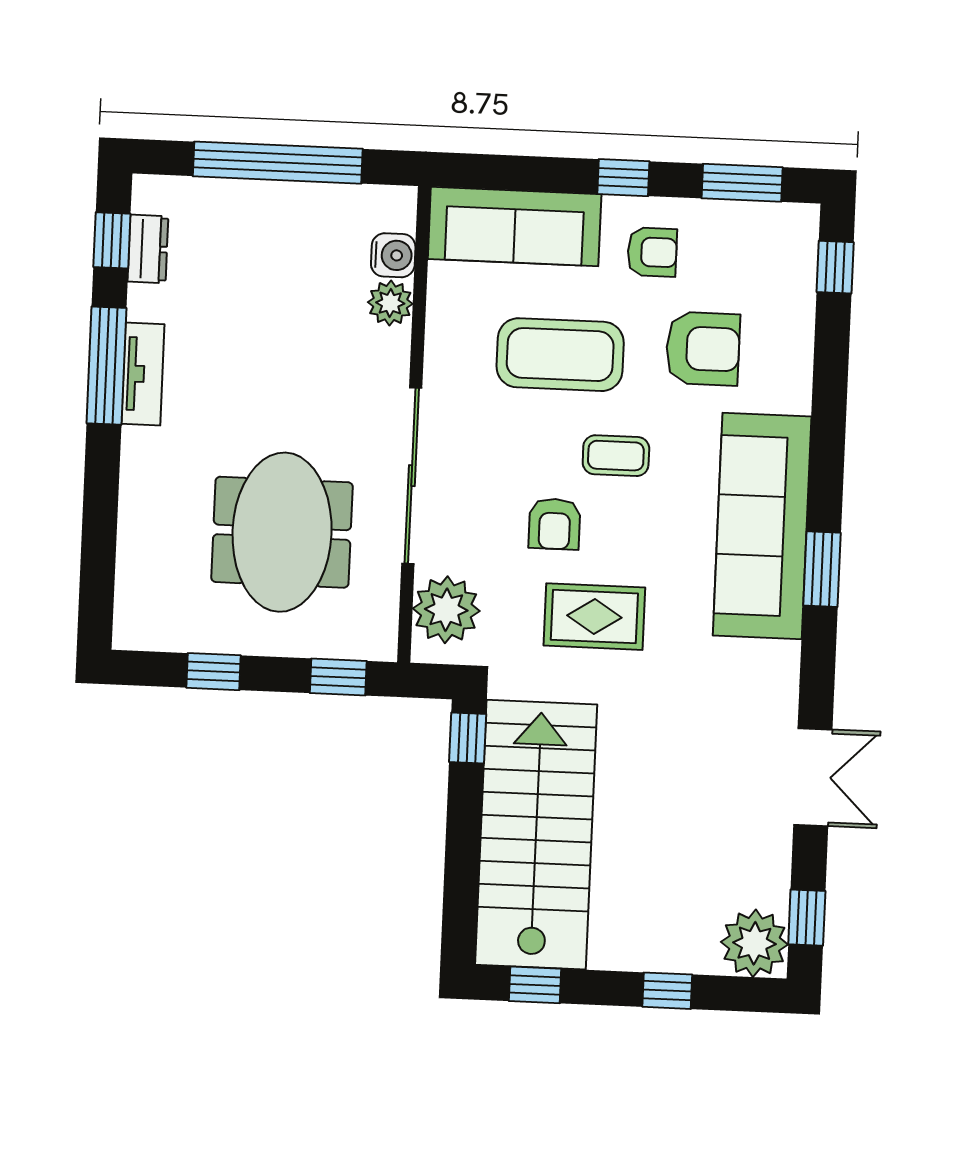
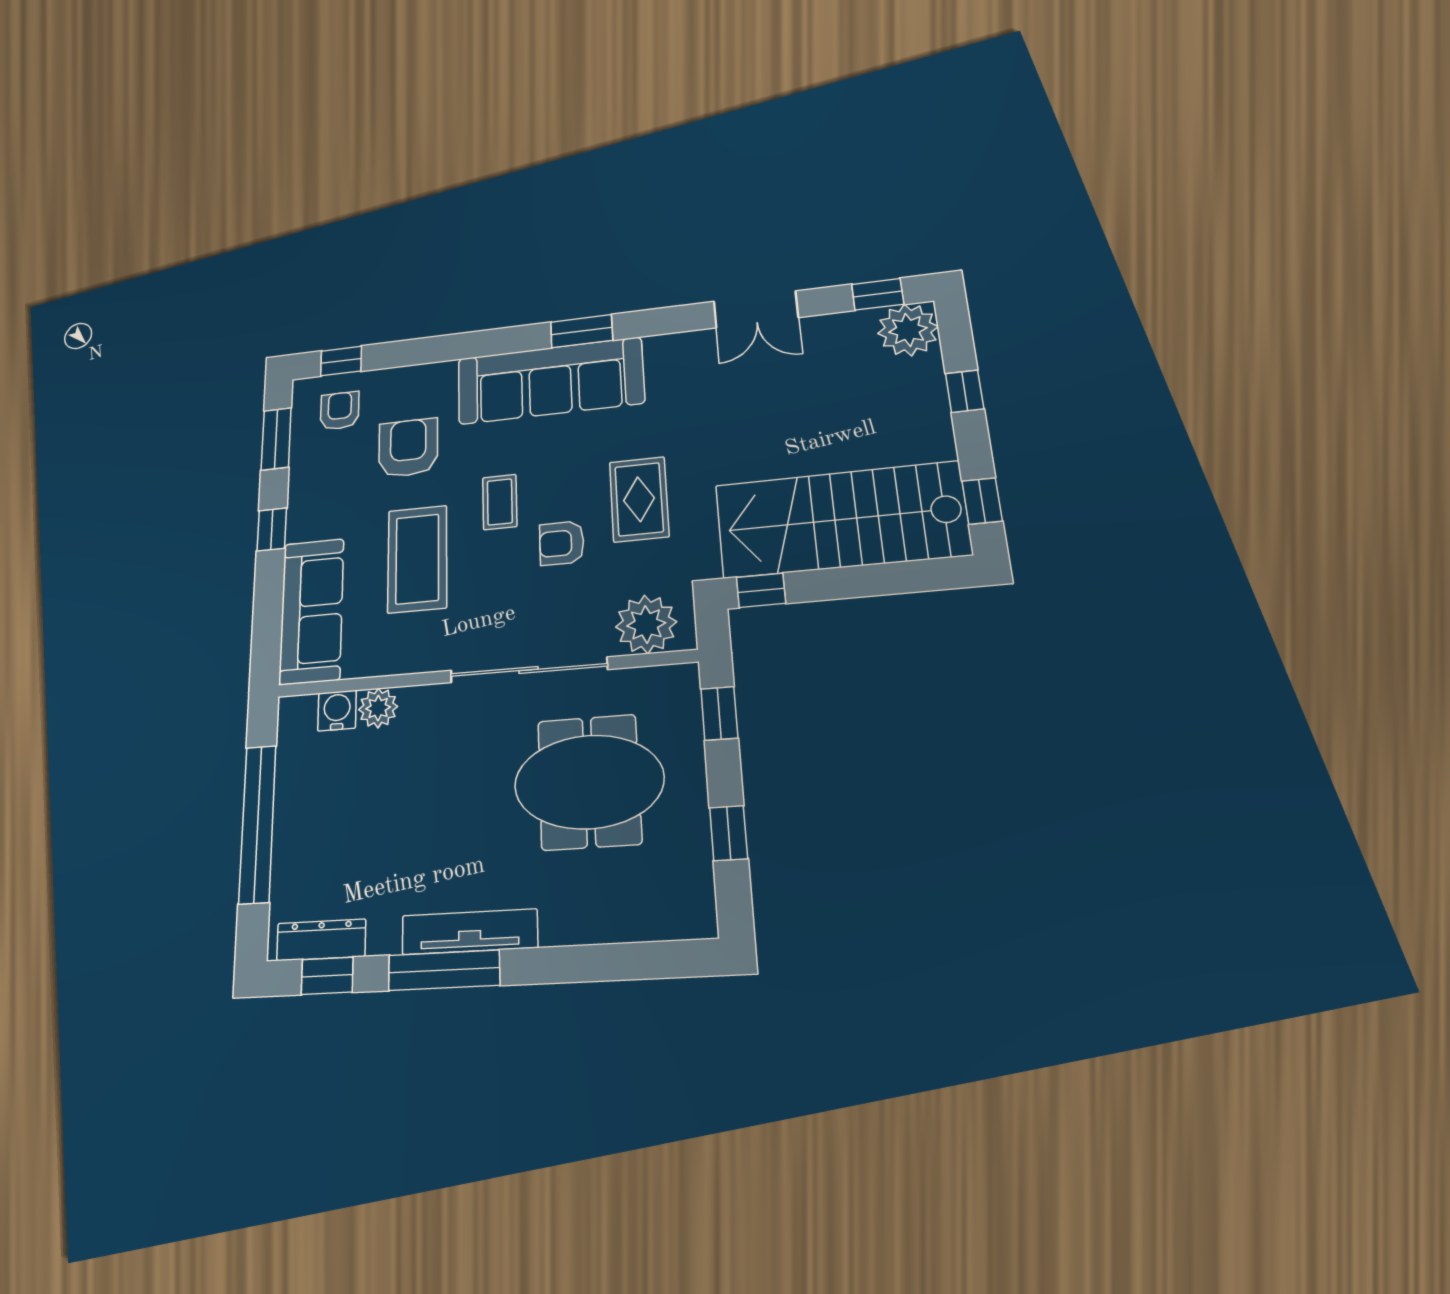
dresser: (148, 249) -> (321, 940), width x1.44
armchair: (652, 252) -> (340, 411), moved
tv unit: (143, 374) -> (470, 932), width x1.41
armchair: (555, 524) -> (562, 543), turned 180
double door: (813, 777) -> (756, 309), swing flipped

